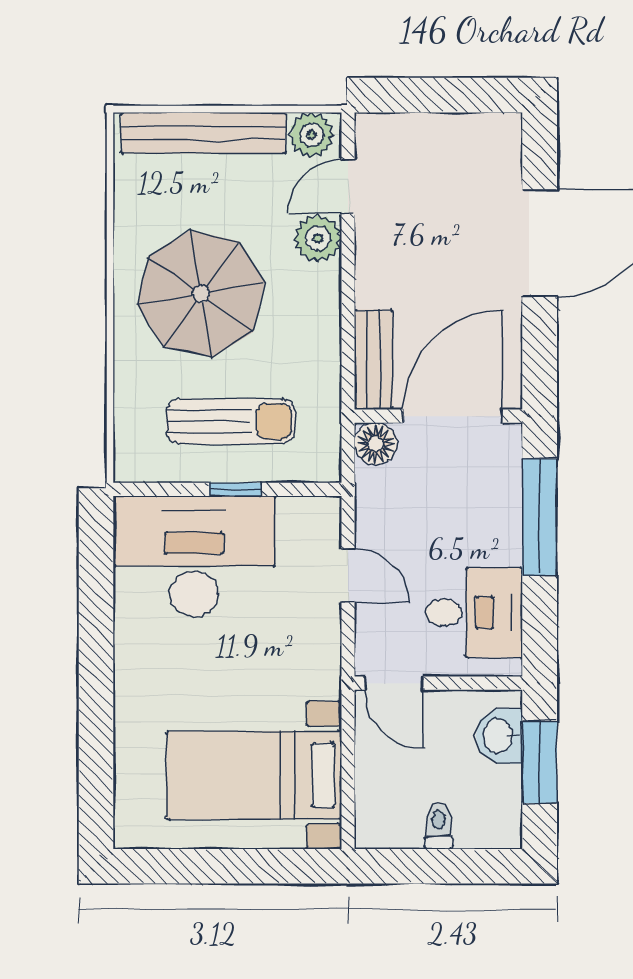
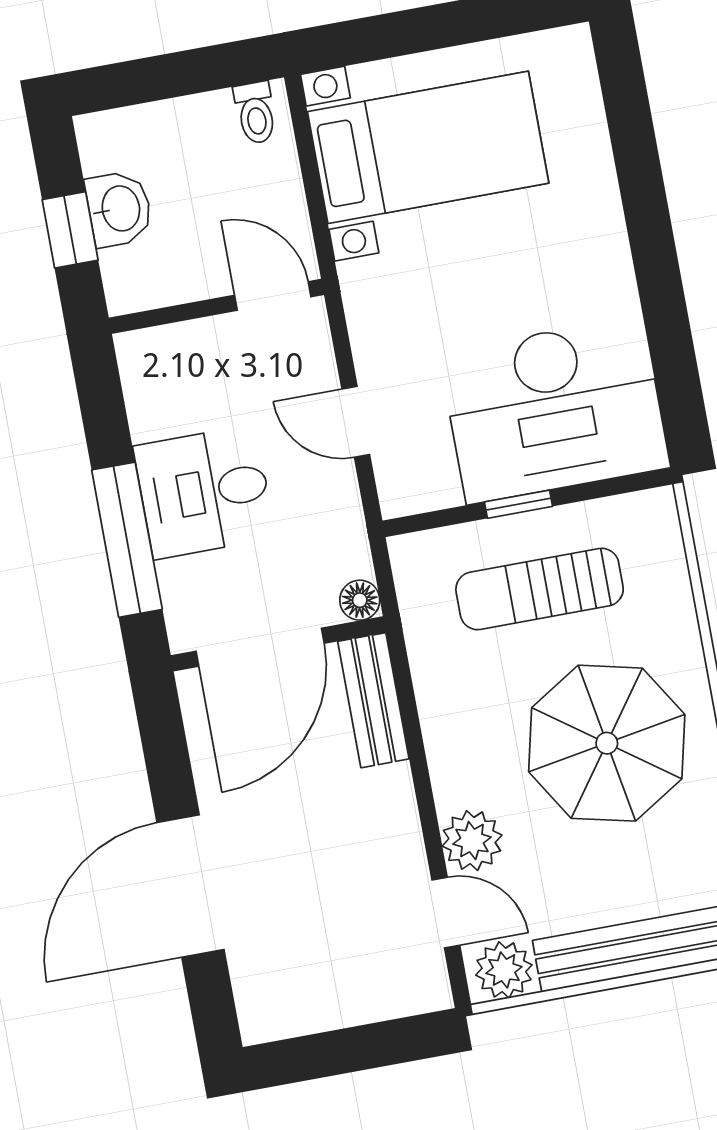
door: (348, 187) -> (446, 913), hinge flipped
floor lamp: (376, 444) -> (360, 600), width x0.73, depth x0.73
desk: (474, 613) -> (204, 492), moved
washbasin: (499, 736) -> (119, 209), moved
window: (540, 762) -> (70, 230), width x0.67
toilet: (439, 826) -> (255, 113), moved

